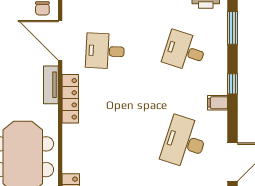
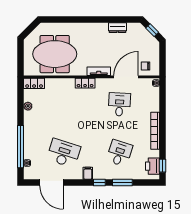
window: (233, 28) -> (122, 182), moved
locker: (70, 99) -> (85, 83), width x0.66

